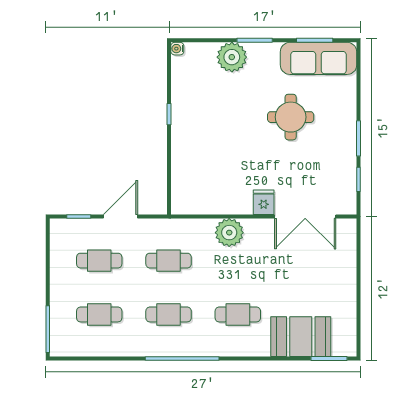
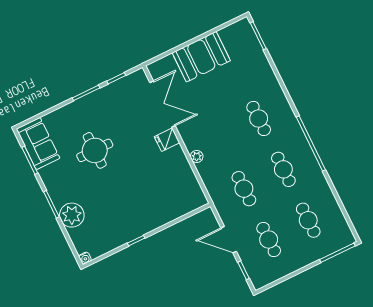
sofa: (319, 58) -> (38, 144), width x0.73
plant: (229, 233) -> (197, 156), width x0.53, depth x0.53
booth: (301, 337) -> (201, 57), moved, turned 90

